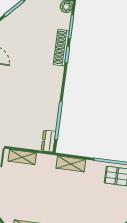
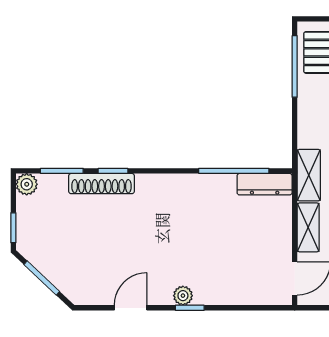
dresser: (48, 141) -> (265, 184), width x1.44
shelving: (71, 164) -> (309, 175), moved

